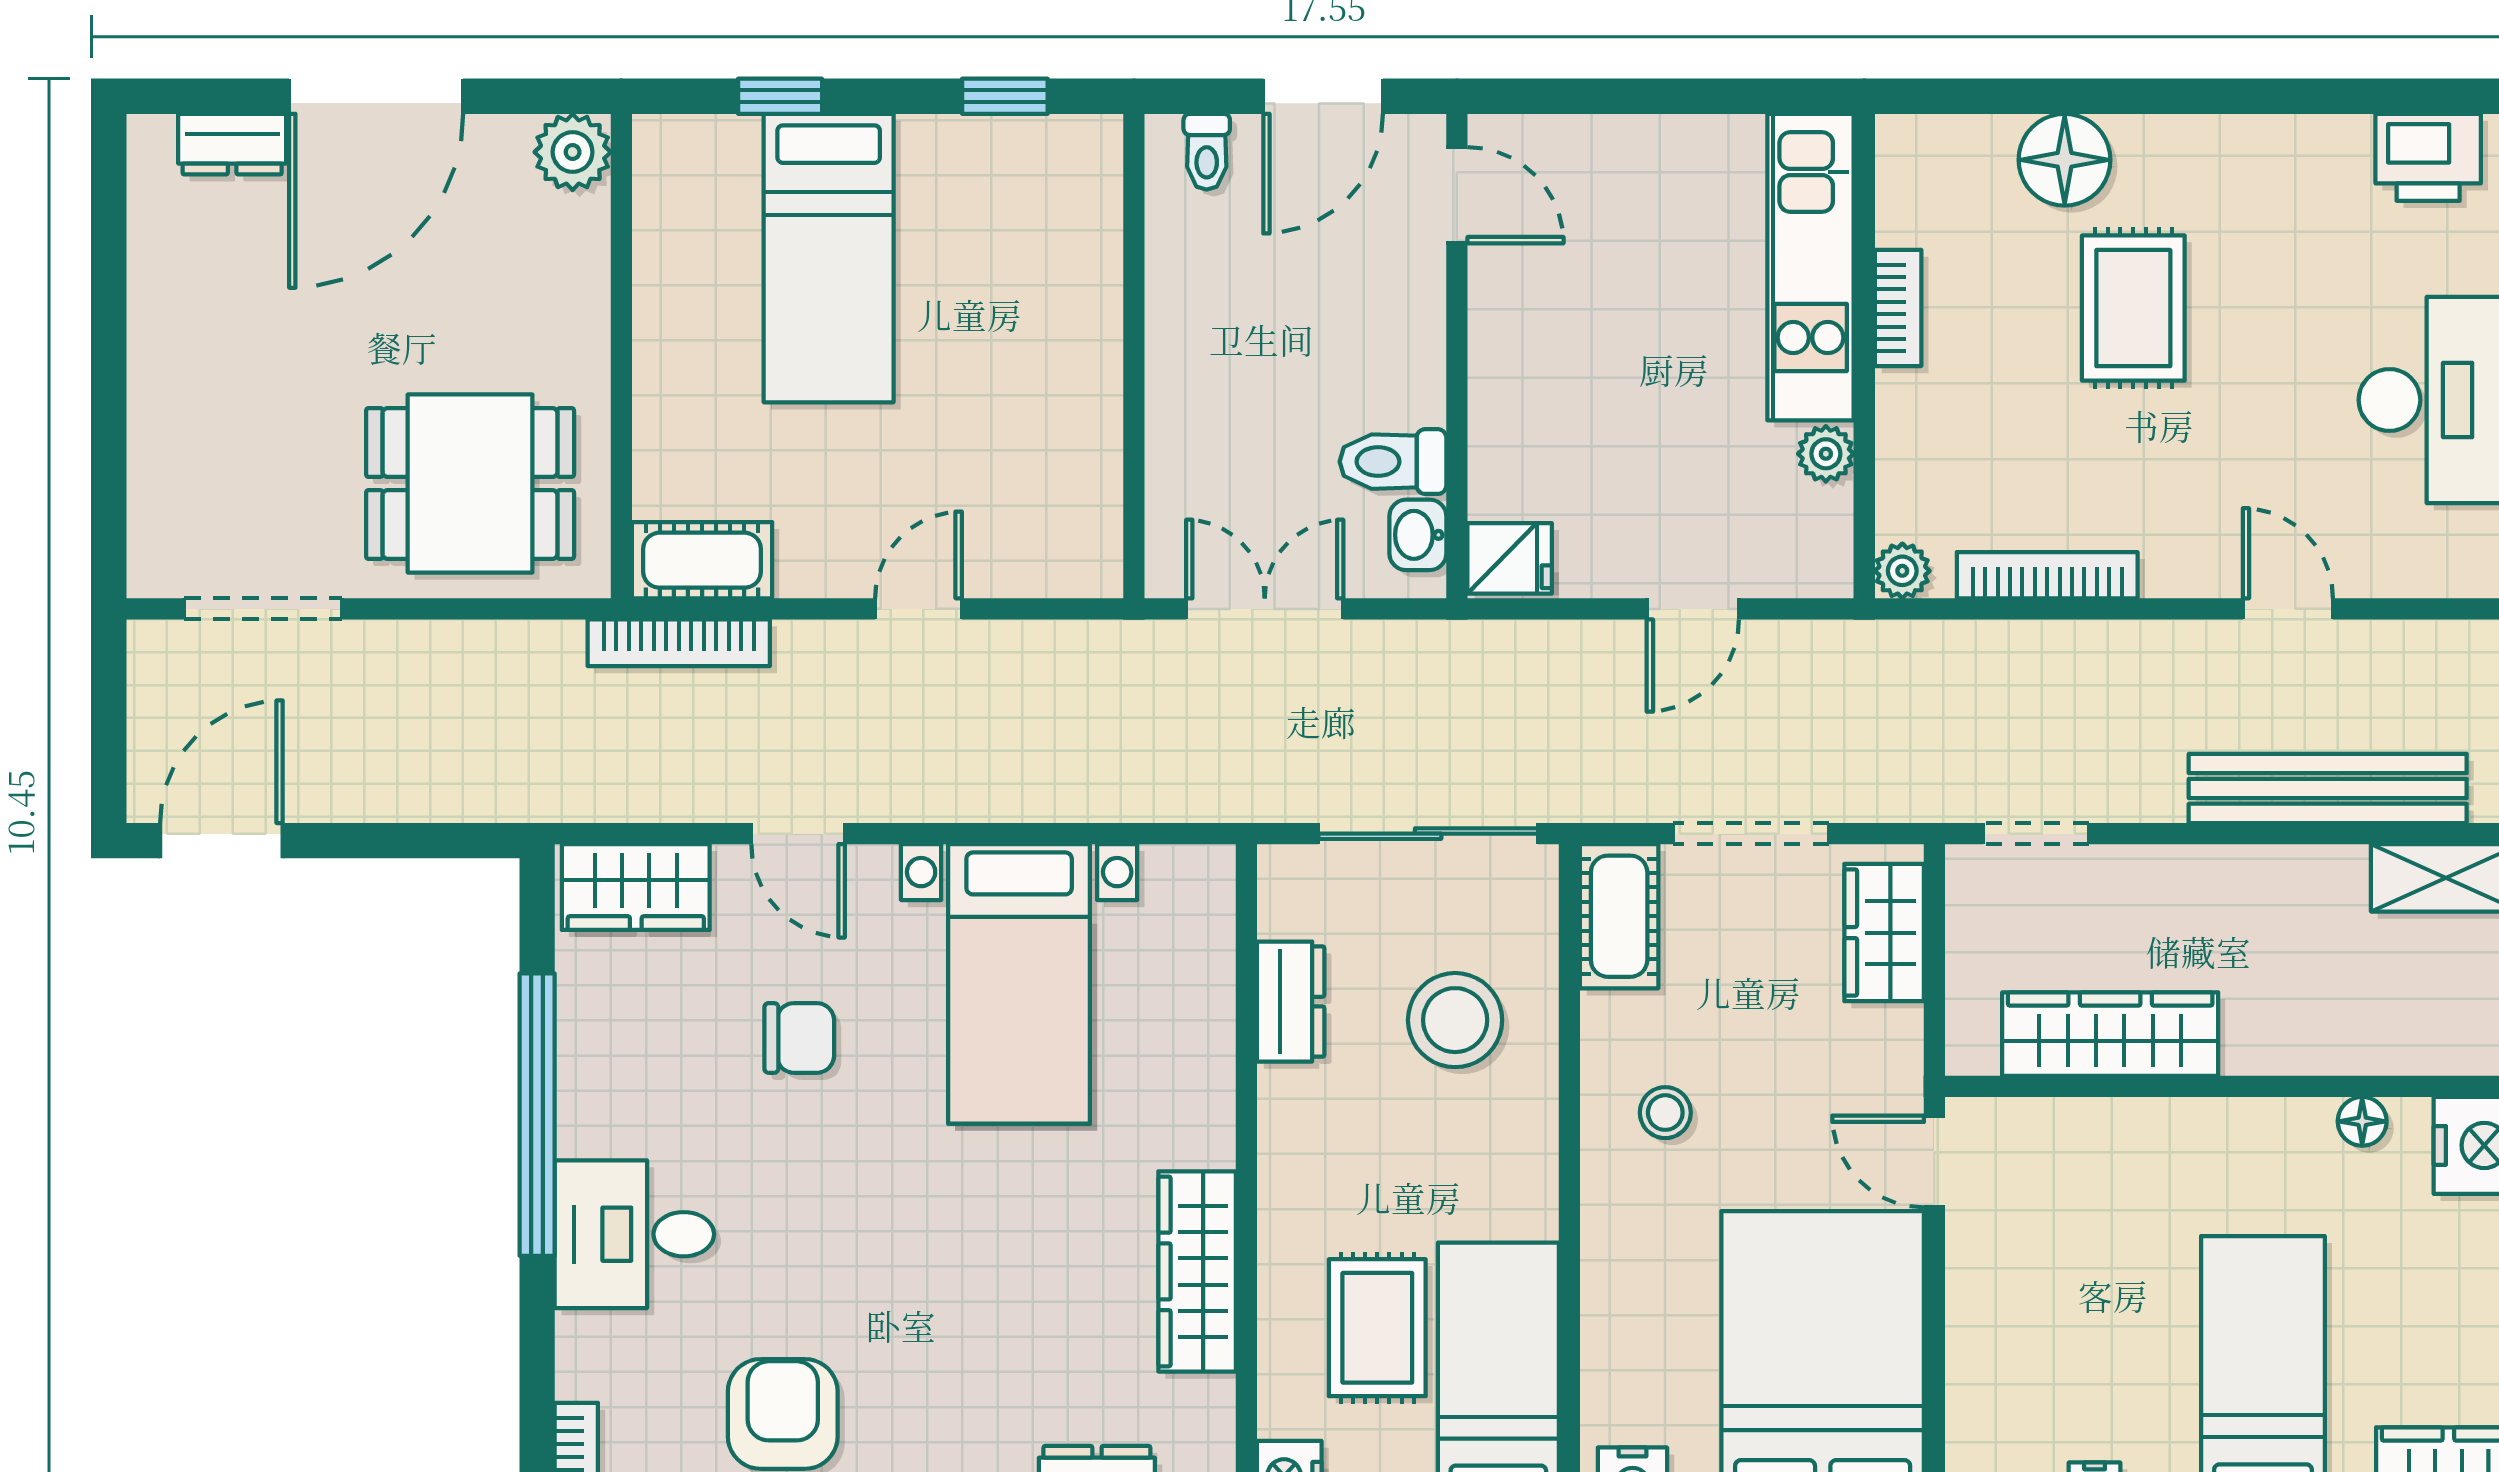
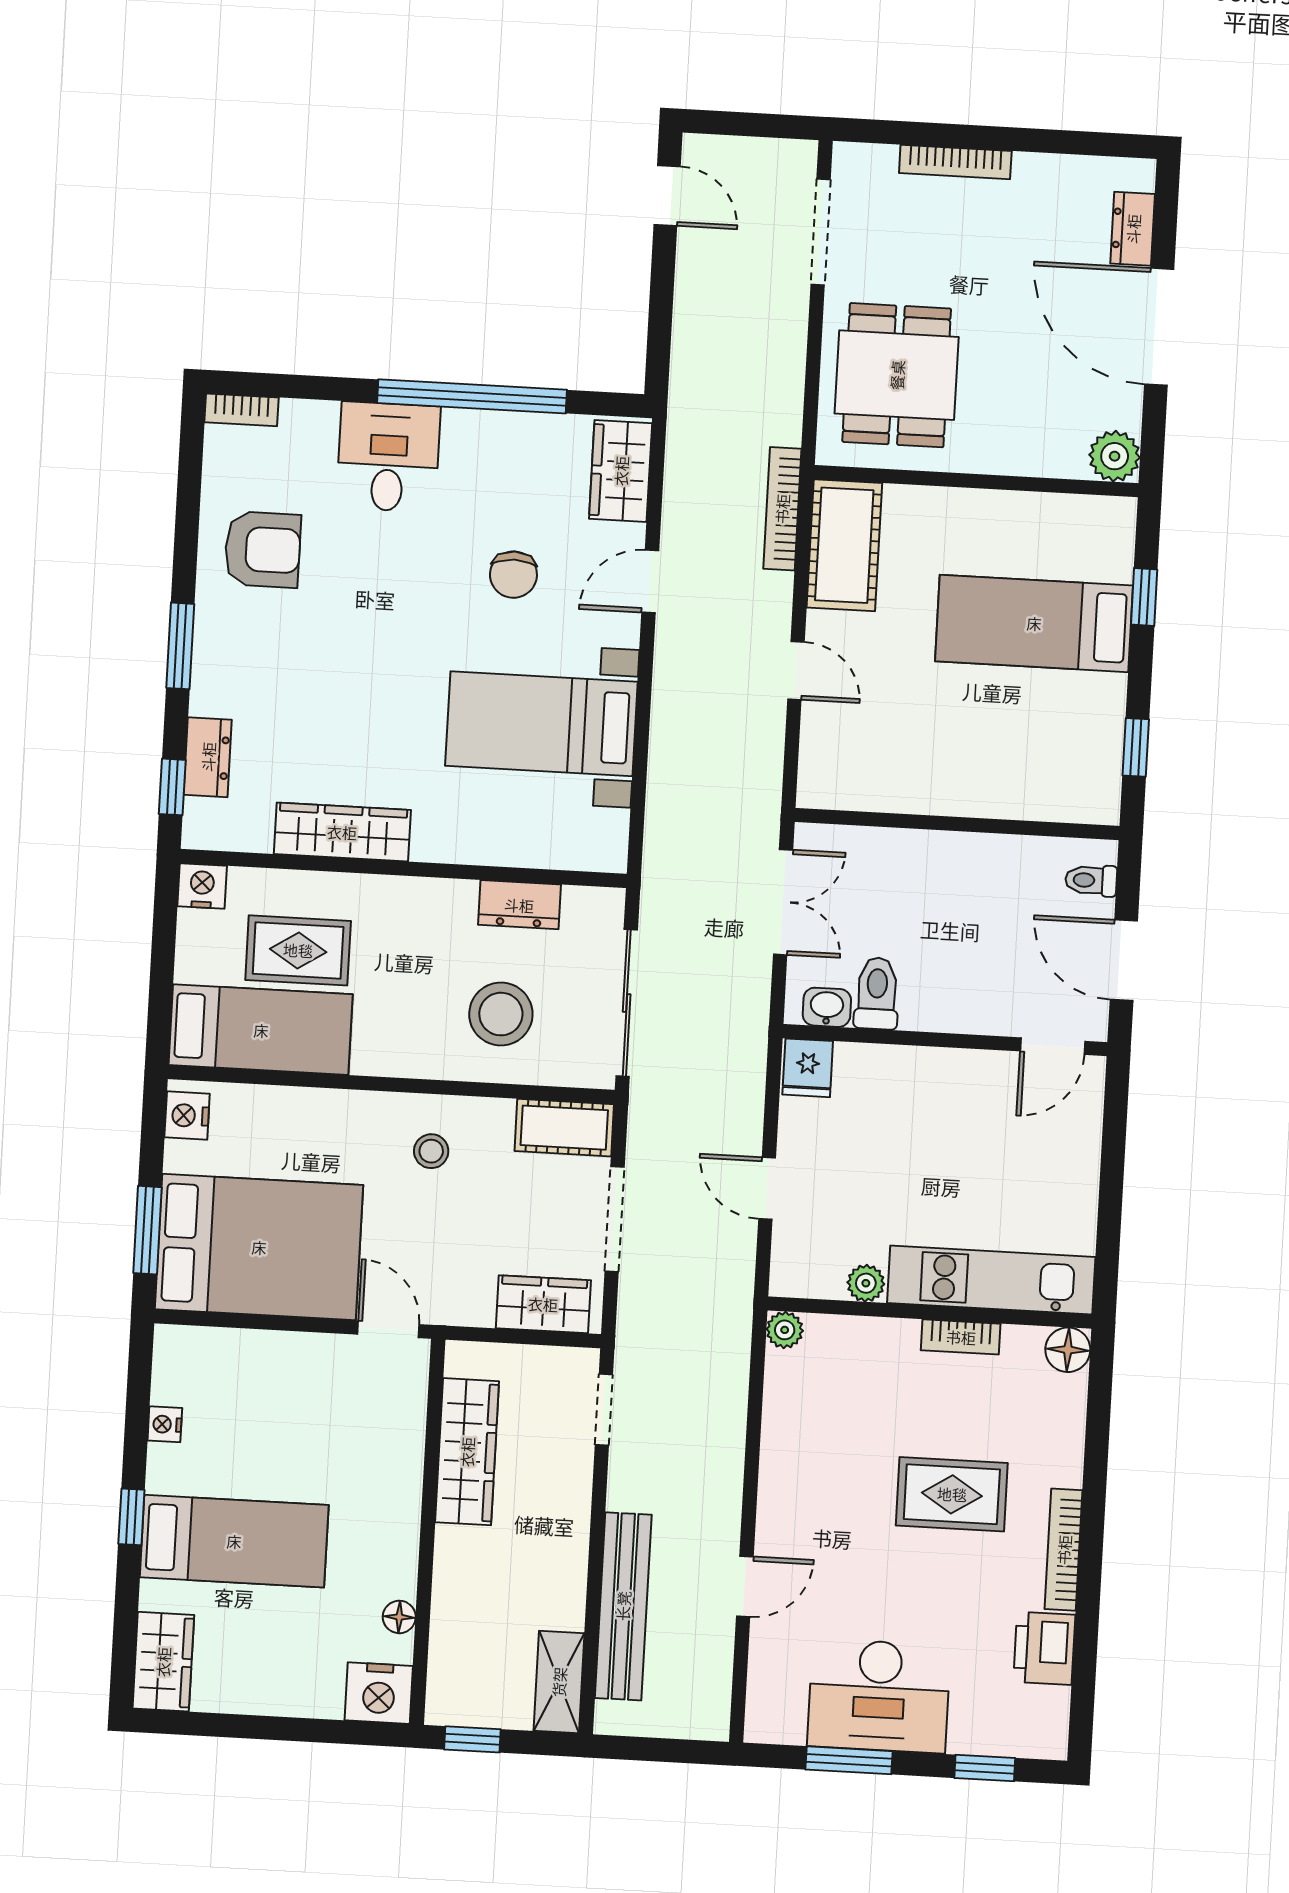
printer: (2428, 157) -> (1044, 1648), moved
floor lamp: (2065, 160) -> (1068, 1350), moved, width x0.73, depth x0.73
bookcase: (148, 414) -> (955, 162), added
cot: (702, 560) -> (844, 545), width x1.37, depth x1.34
bookcase: (2047, 575) -> (1064, 1550), moved, turned 180
door: (221, 841) -> (667, 196), width x0.73
door: (1934, 1161) -> (388, 1329), hinge flipped

